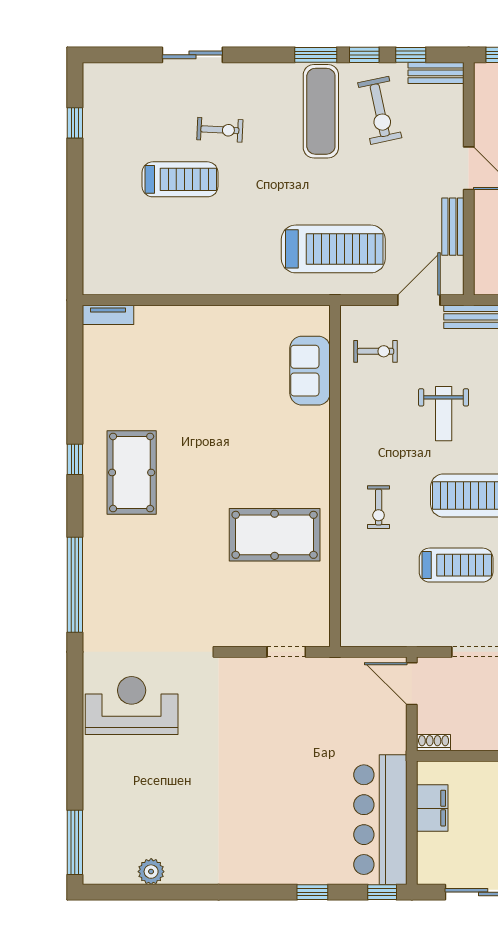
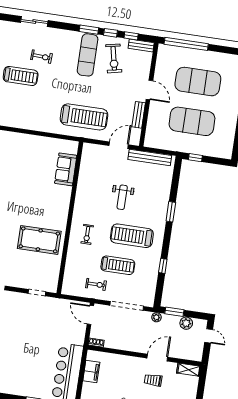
exercise bike: (375, 351) -> (96, 284), moved

